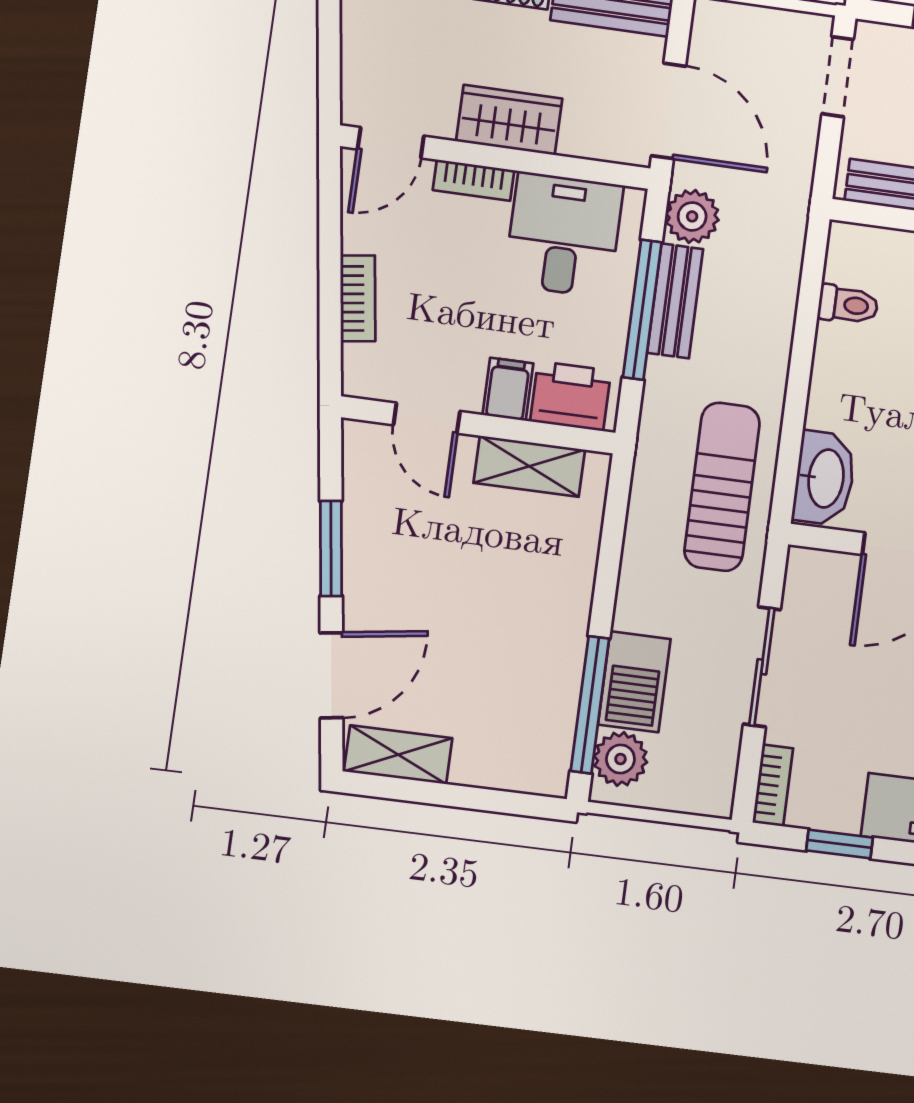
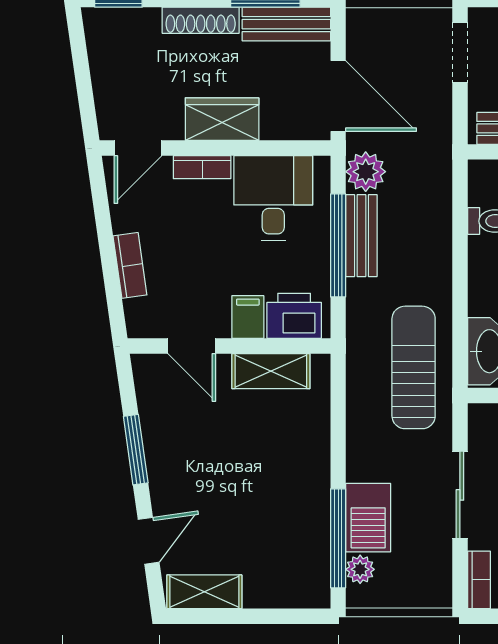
door: (331, 675) -> (149, 541), width x0.73
plant: (620, 759) -> (360, 569), width x0.73, depth x0.73

